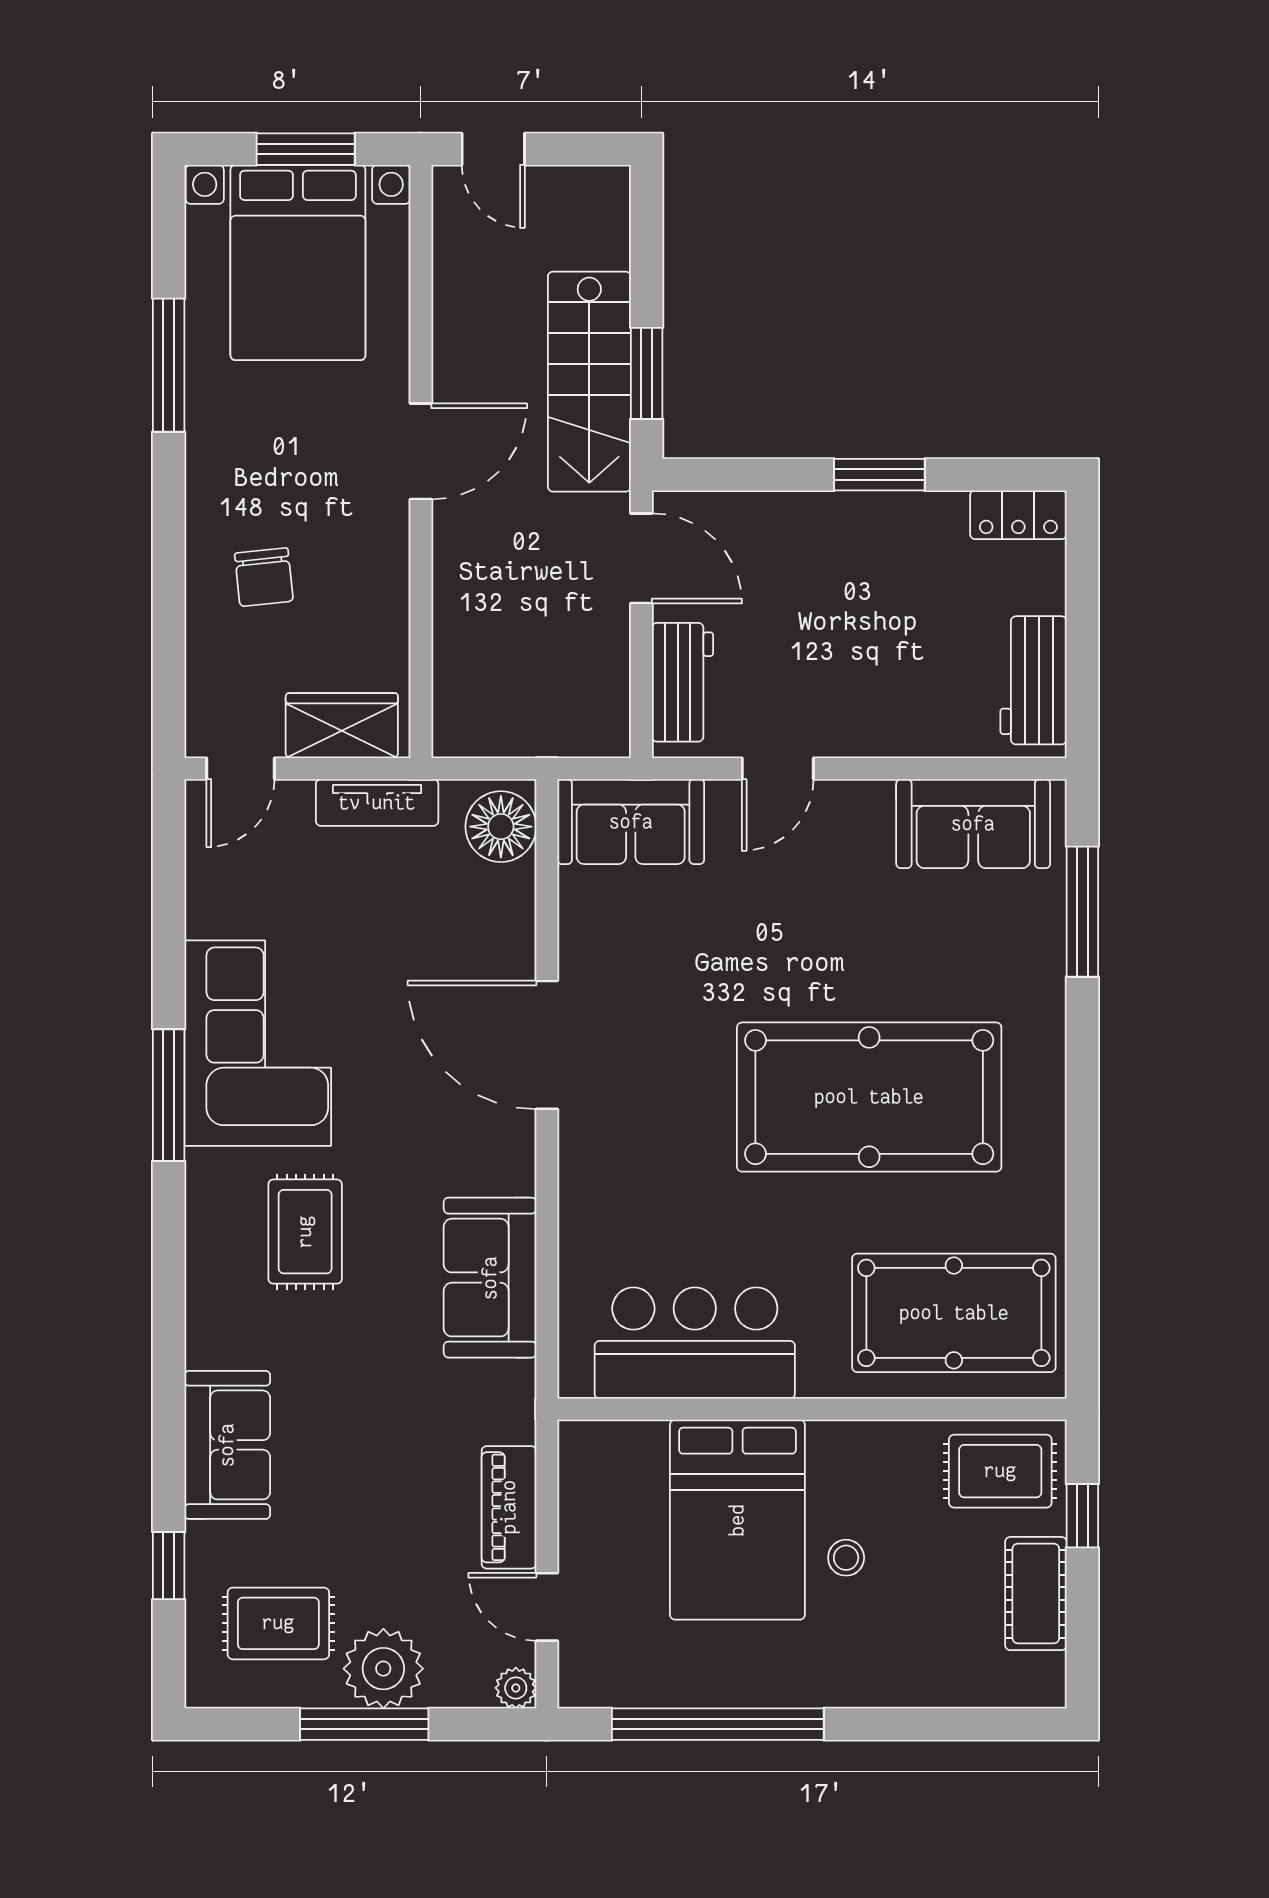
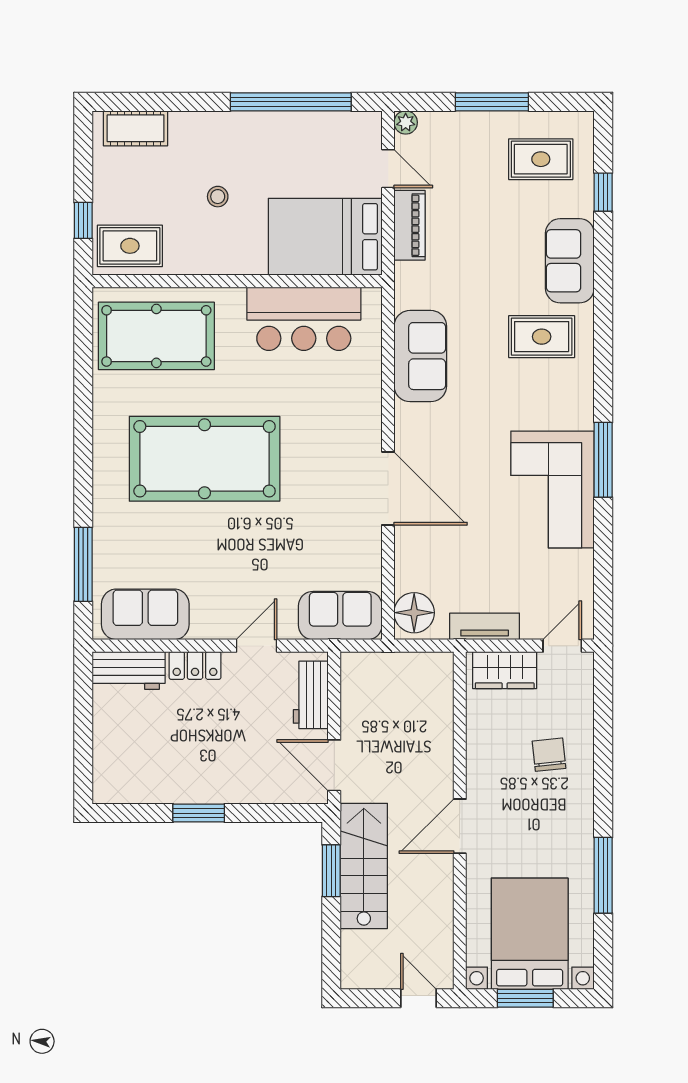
locker: (1018, 515) -> (195, 666), moved, turned 180
workbench: (1033, 680) -> (129, 670), moved, turned 90
rug: (305, 1232) -> (542, 337), moved, turned 90
bed: (737, 1520) -> (325, 237), moved, turned -90
cot: (1036, 1594) -> (136, 128), moved, turned 90
plant: (383, 1669) -> (481, 133), removed

